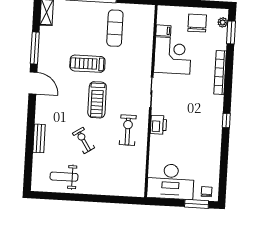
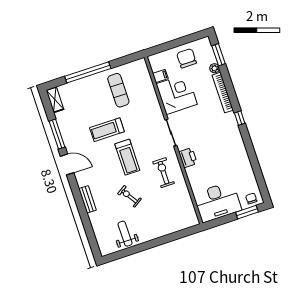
plant: (223, 22) -> (214, 68), moved
window: (226, 120) -> (240, 118), moved
bench: (39, 138) -> (88, 199), moved
weight bench: (64, 177) -> (125, 234), turned 90

